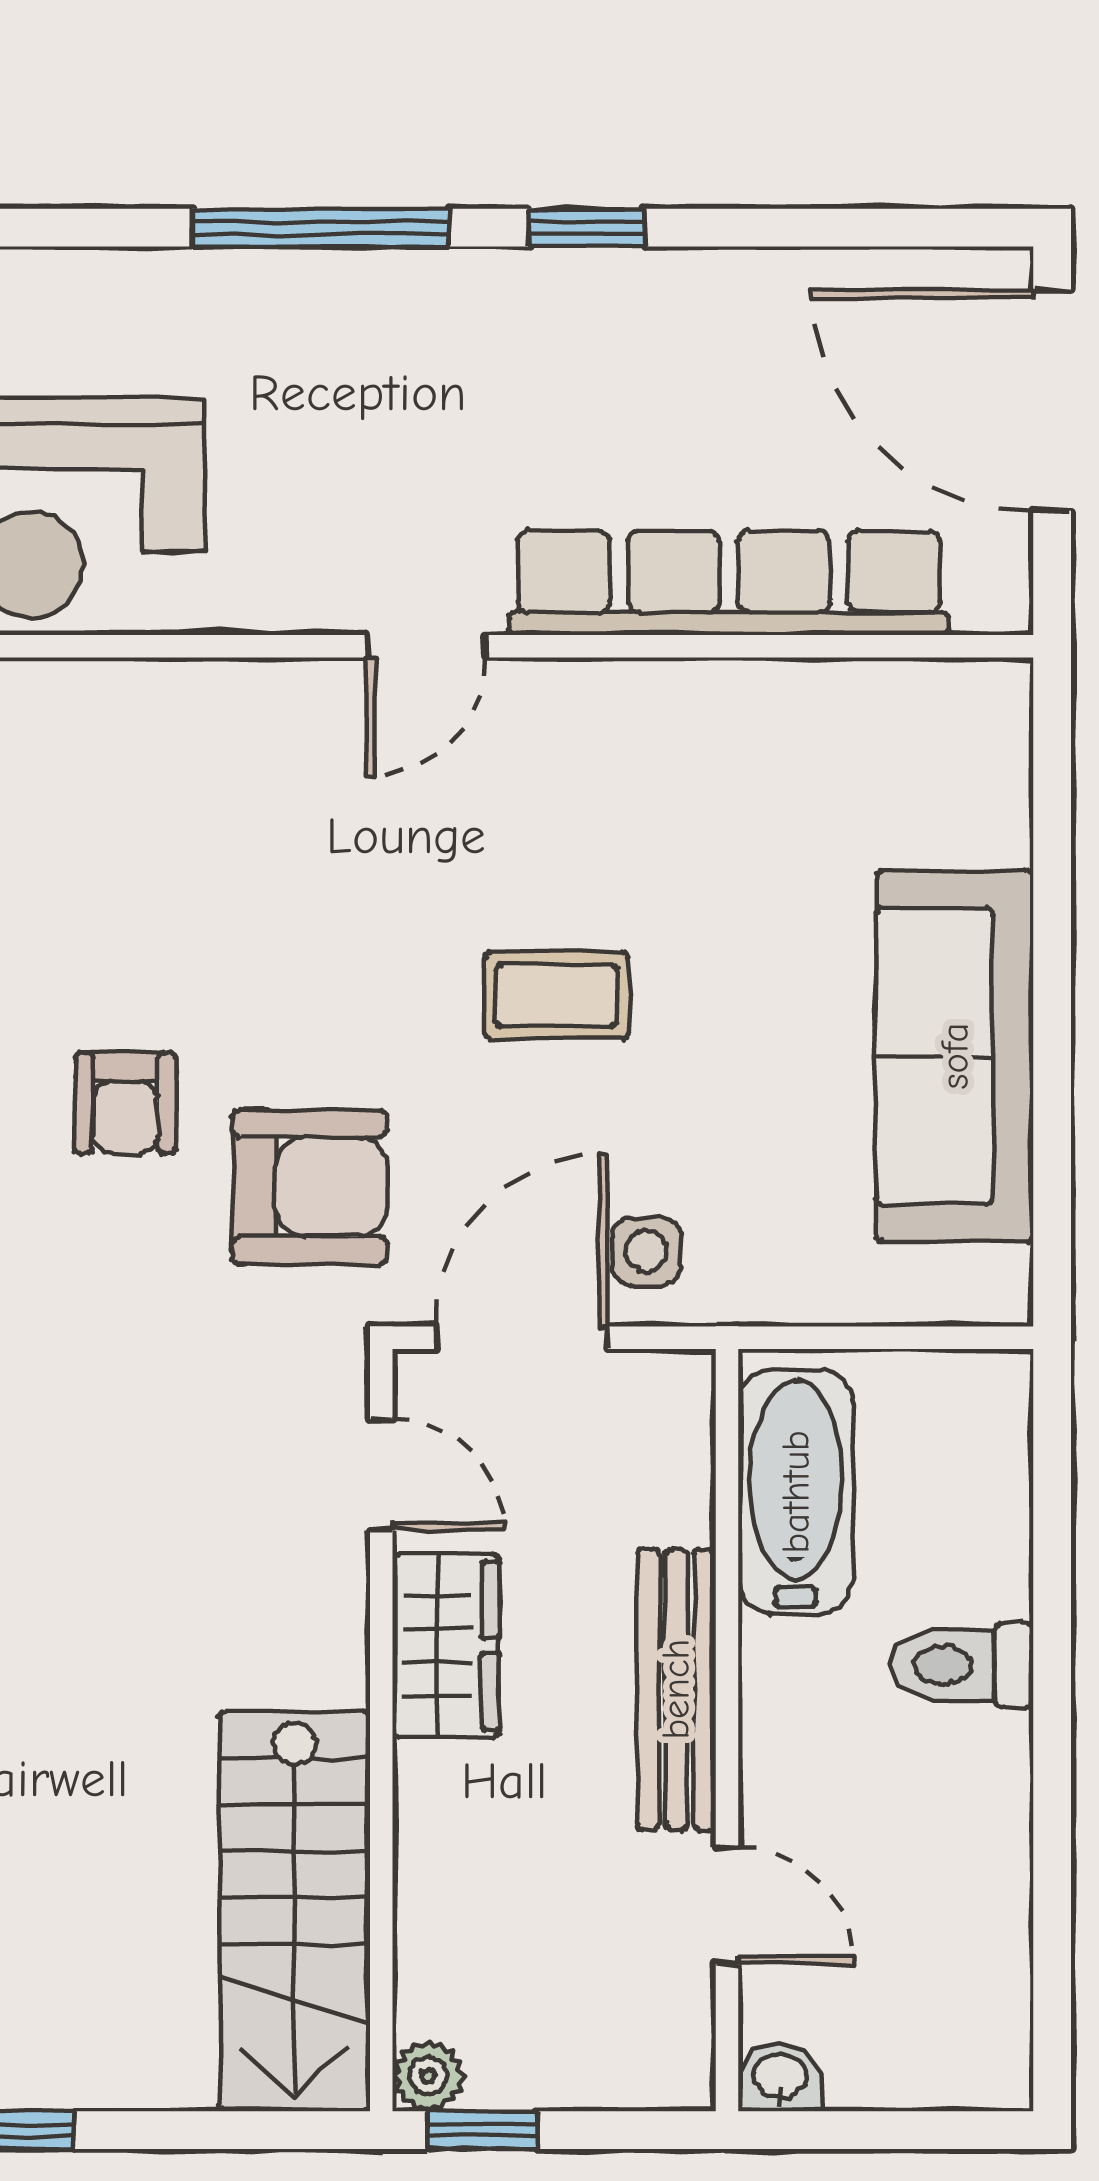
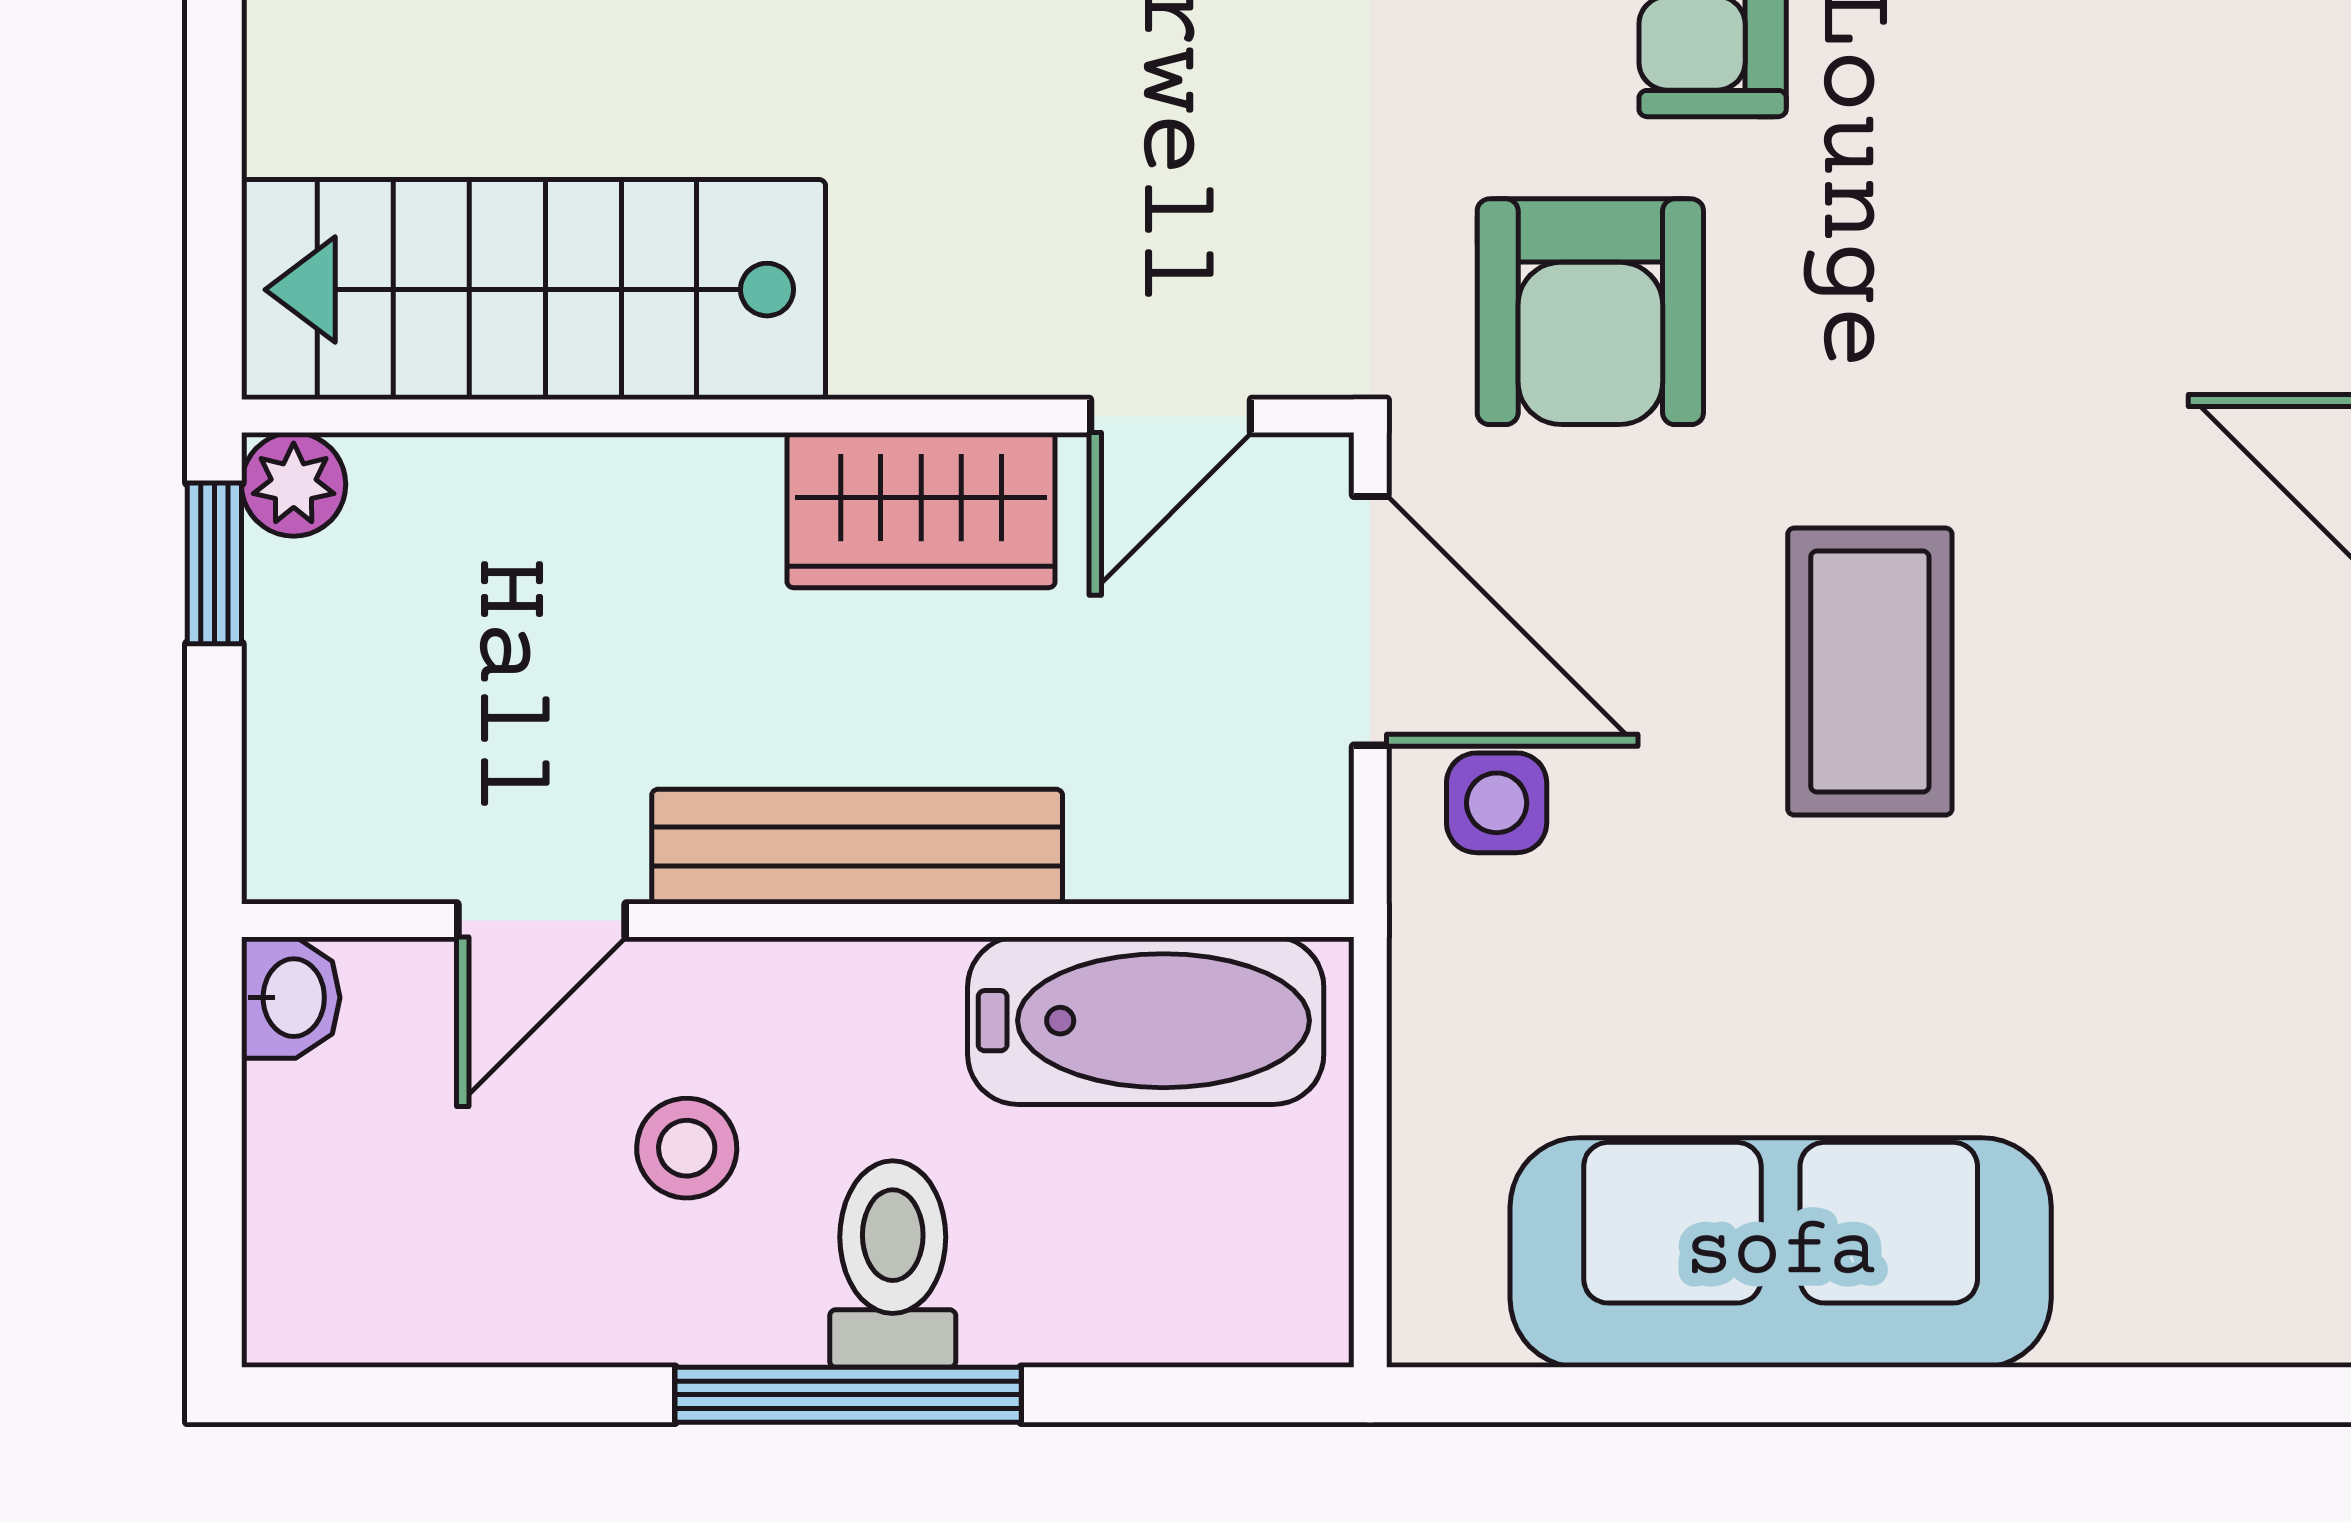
coffee table: (556, 995) -> (1870, 672), width x1.36, depth x1.30
window: (1052, 1696) -> (848, 1395), added
stool: (883, 1806) -> (687, 1148), added

